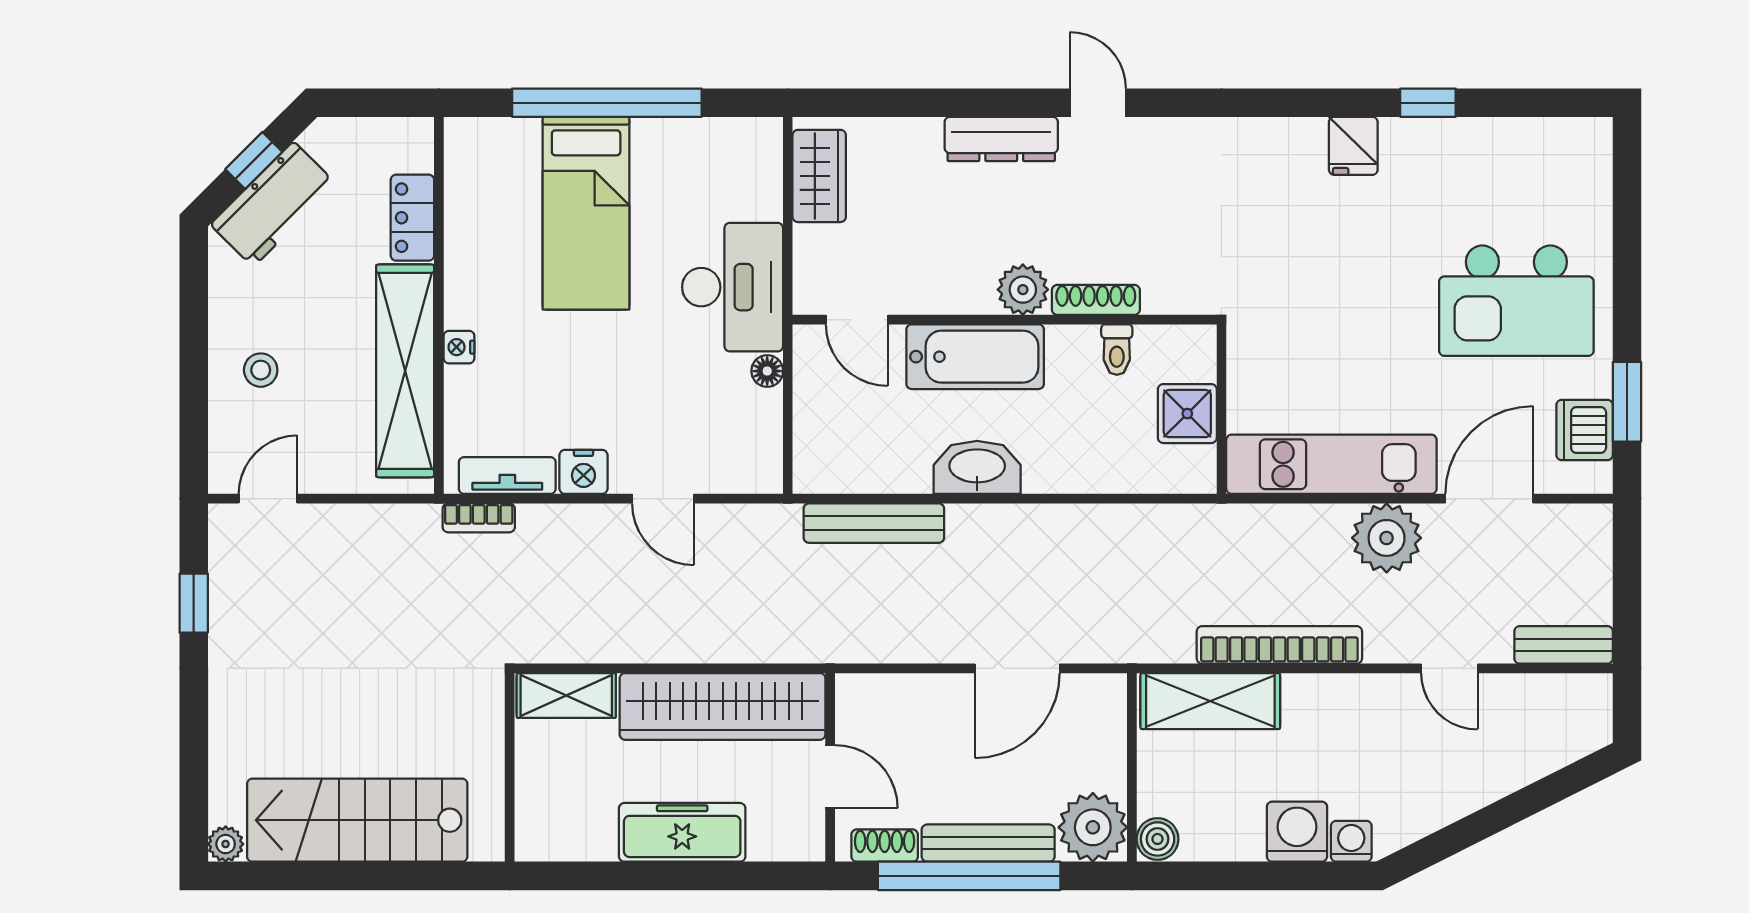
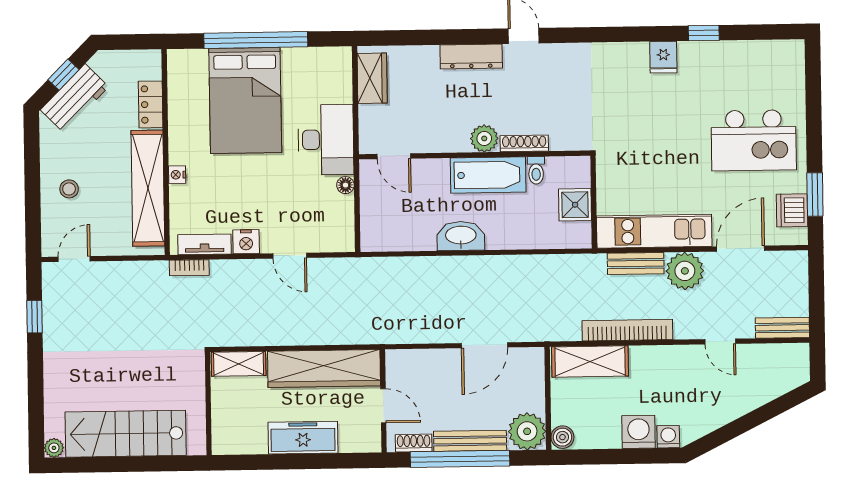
bed: (586, 213) -> (245, 101), width x1.50
bathtub: (975, 357) -> (488, 175), moved
bench: (874, 523) -> (636, 264), moved, width x0.73

